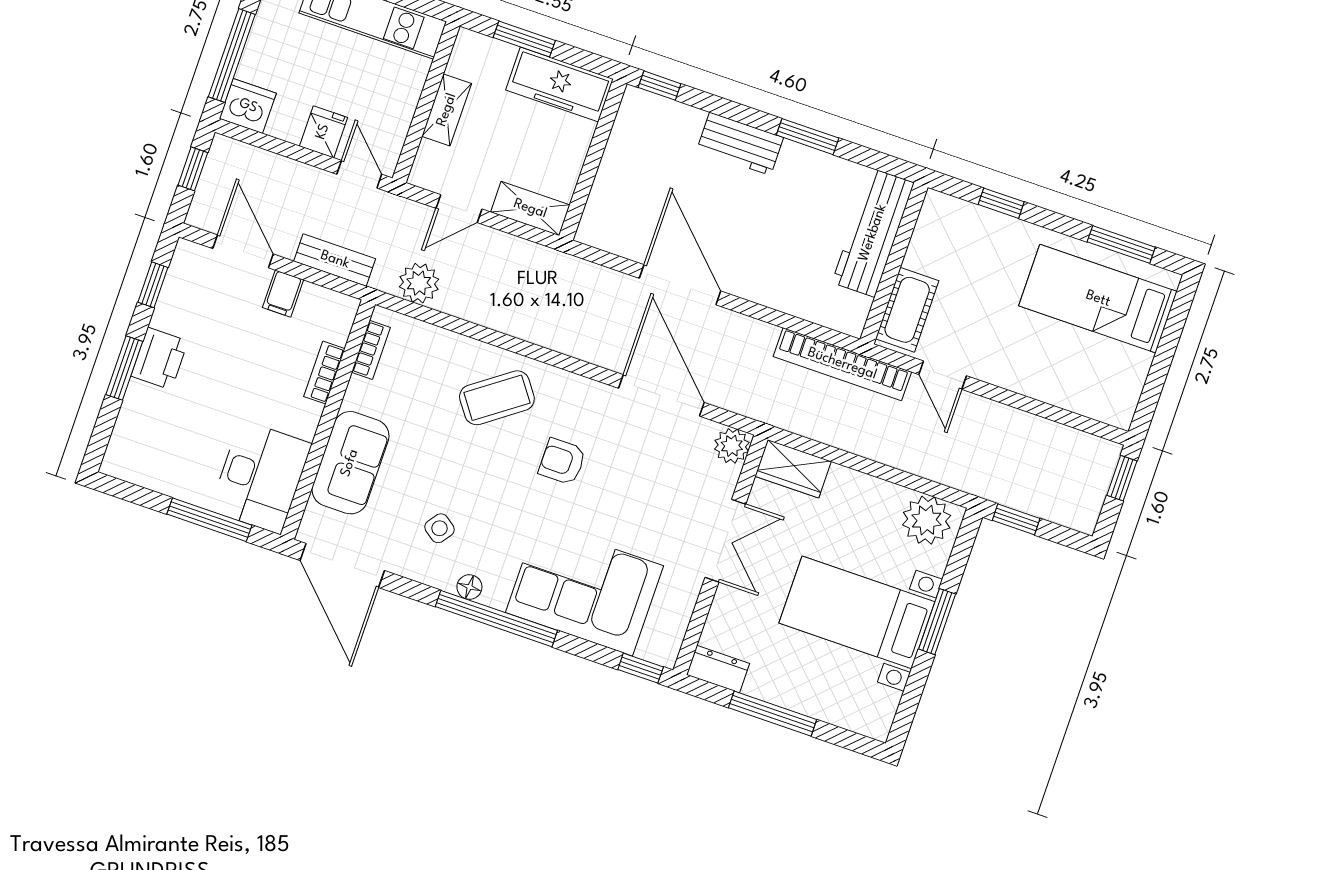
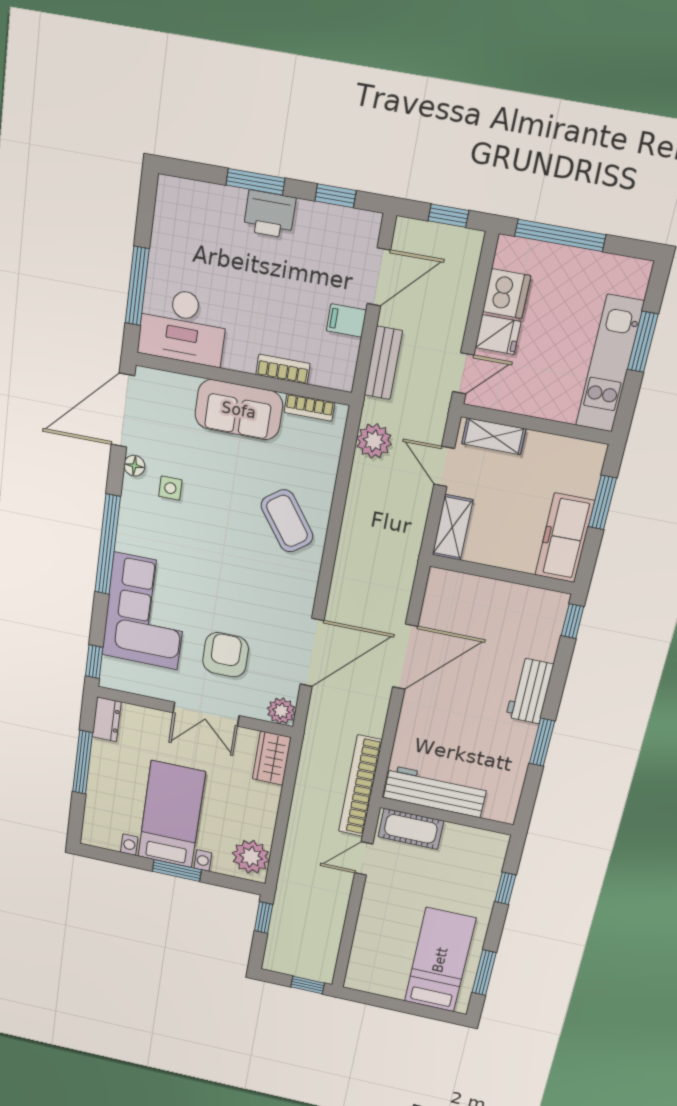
dishwasher: (248, 106) -> (507, 294), moved
shelving: (447, 110) -> (494, 436), moved
workbench: (873, 233) -> (435, 792), moved
armchair: (562, 461) -> (226, 655), moved, width x1.38, depth x1.38
sofa: (350, 463) -> (239, 410), moved
side table: (440, 528) -> (170, 488), turned -36
floor lamp: (469, 587) -> (134, 466), moved

